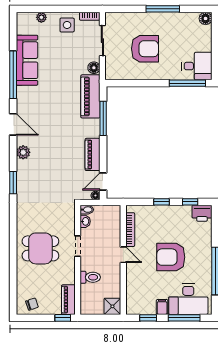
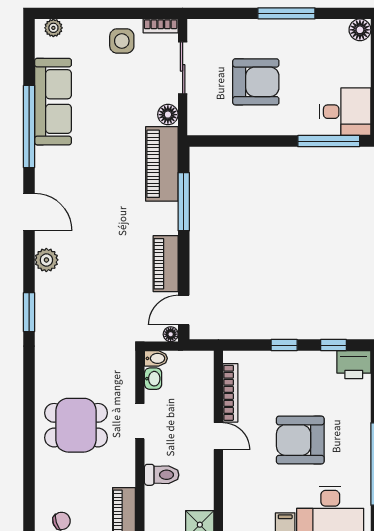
plant: (41, 17) -> (53, 28), moved

